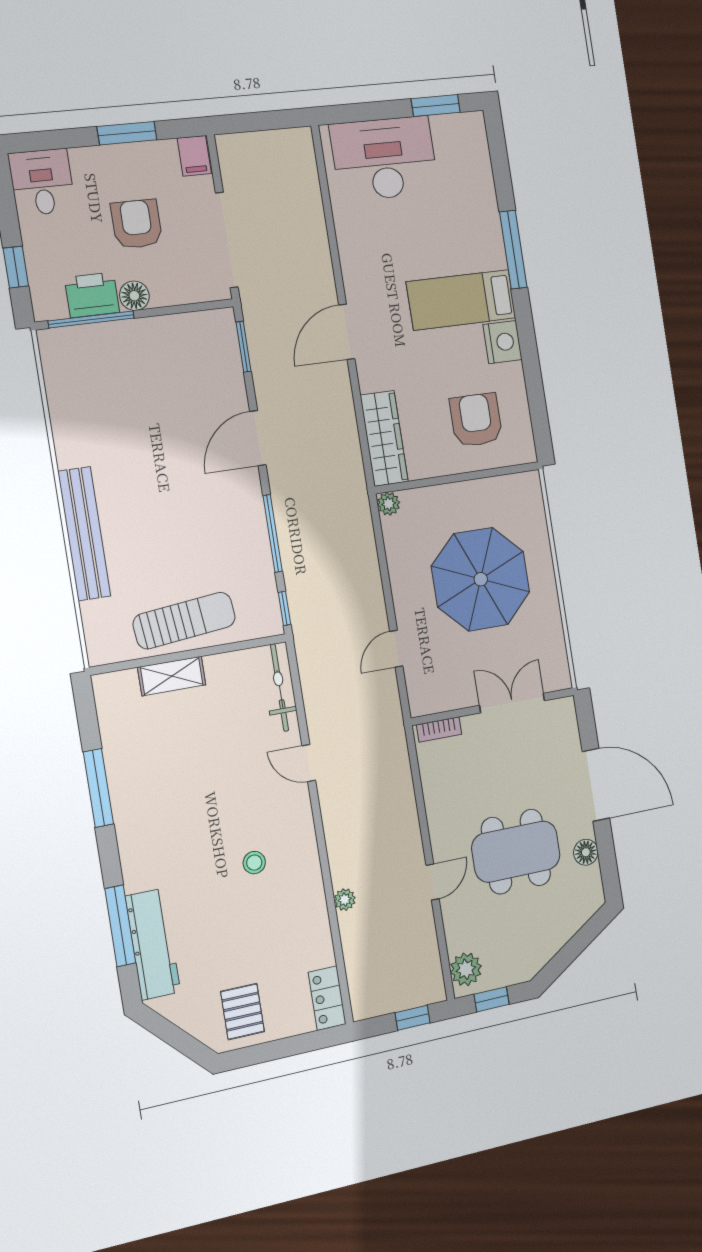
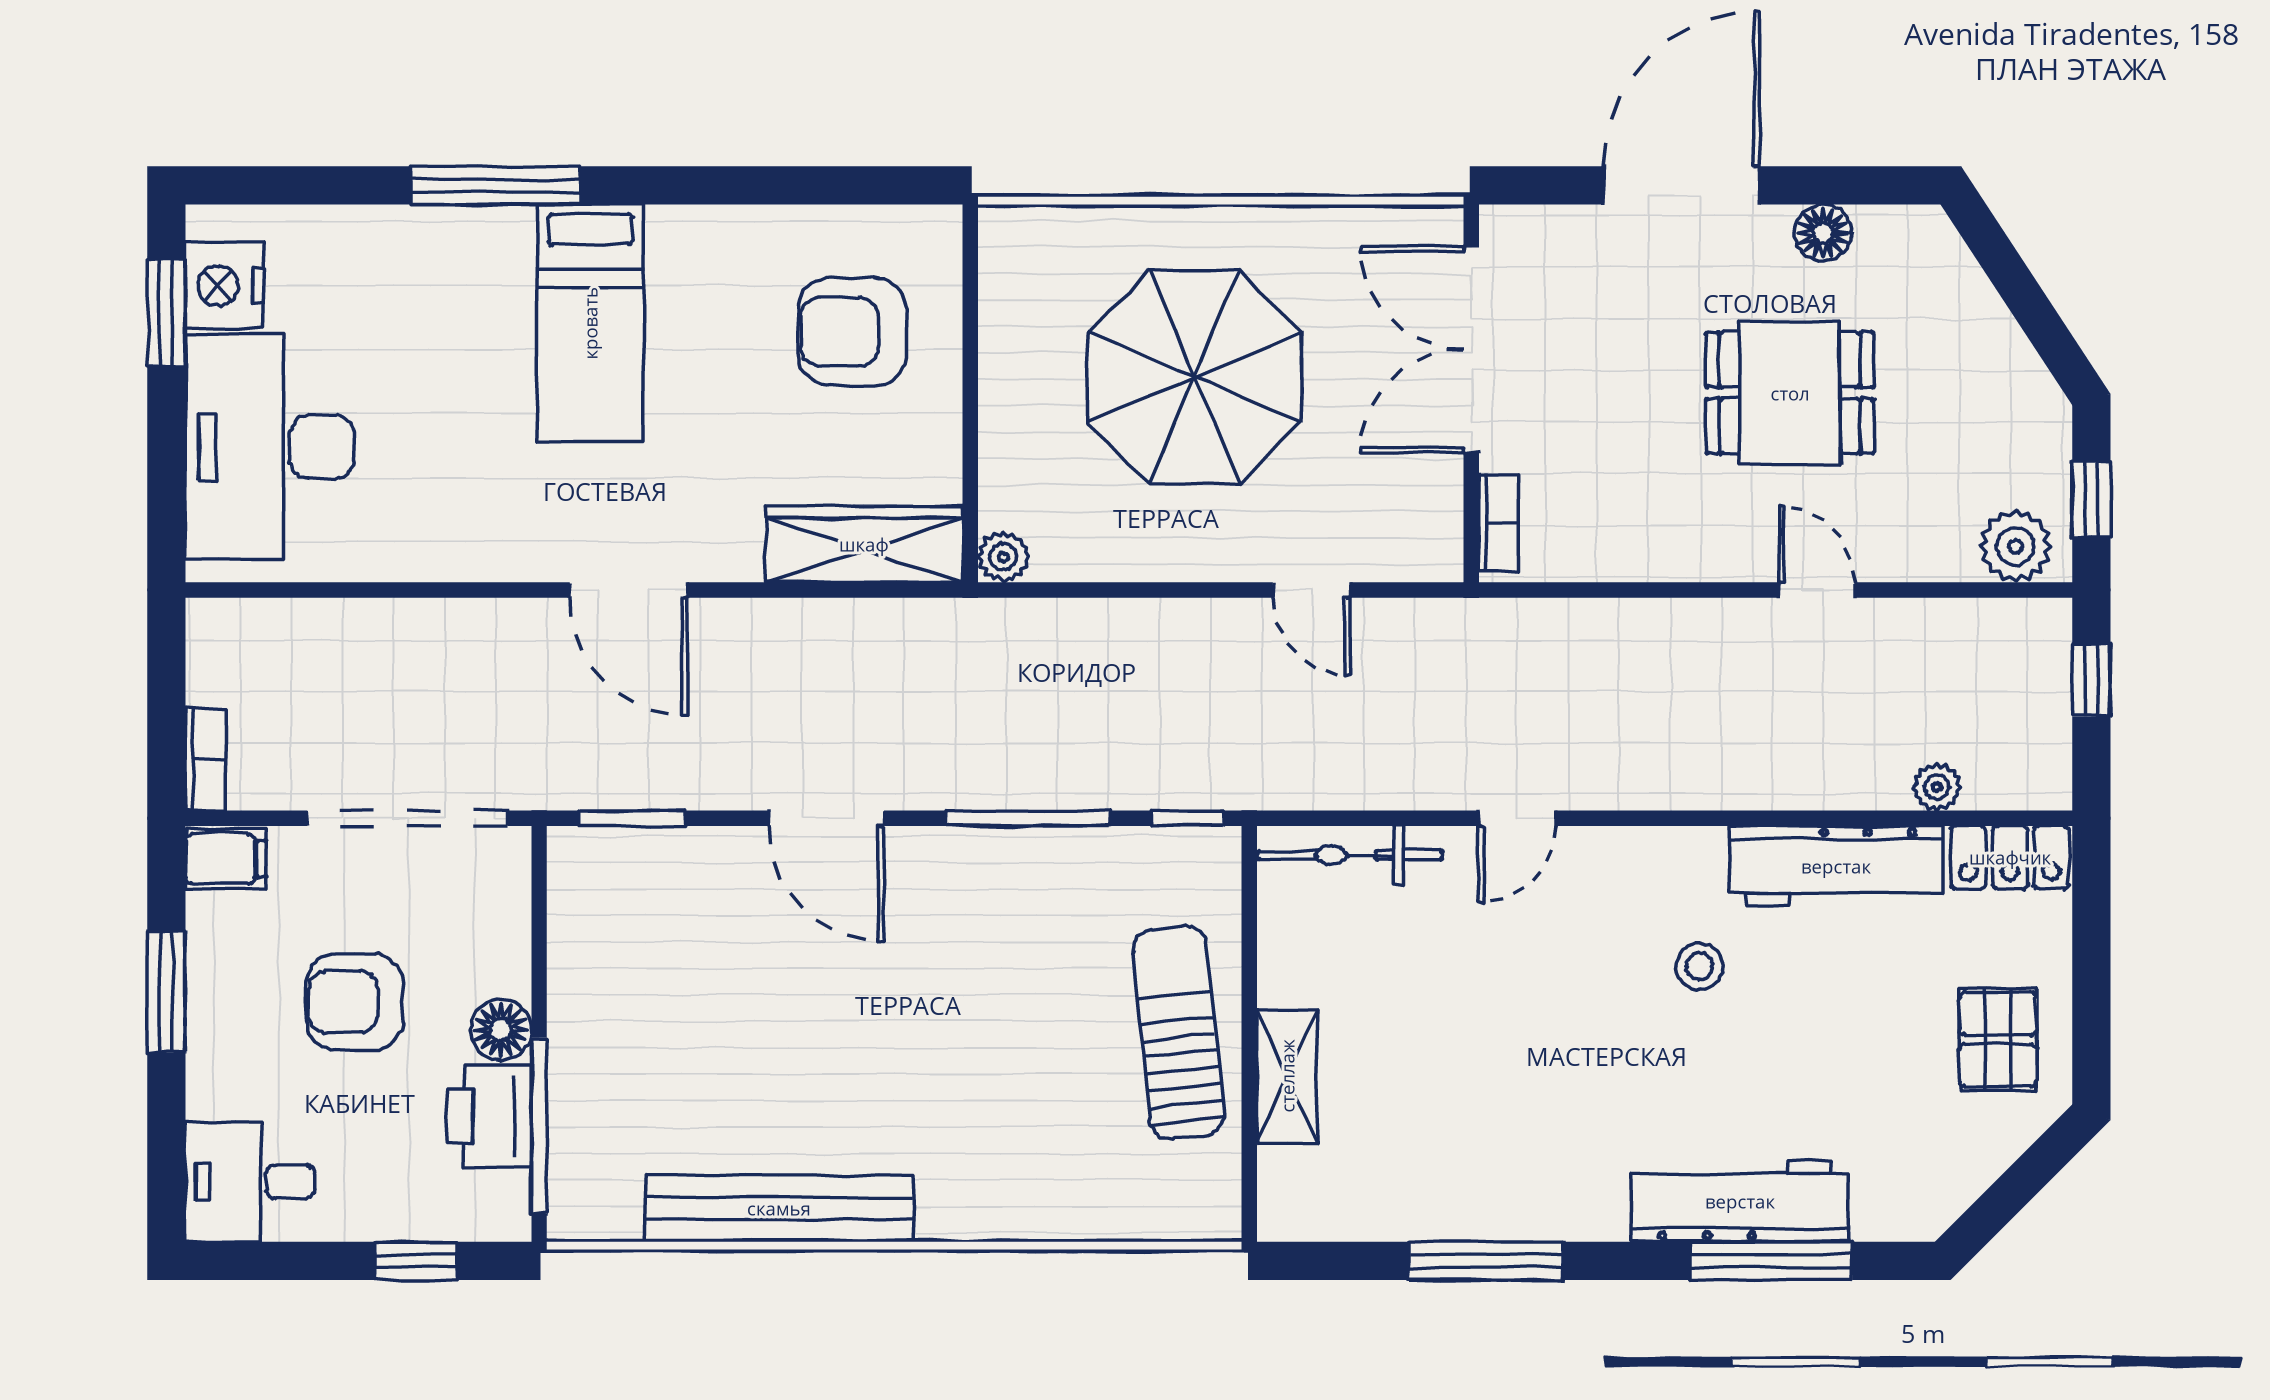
bookcase: (239, 142) -> (206, 760), added
nightstand: (502, 342) -> (224, 286), moved, turned -90
bench: (84, 534) -> (779, 1208), moved
double door: (512, 703) -> (1471, 349), width x1.37
dining table: (516, 852) -> (1790, 393), width x0.73
plant: (345, 900) -> (1937, 787), moved
workbench: (311, 917) -> (1836, 866), added
workbench: (153, 944) -> (1740, 1201), moved
pallet: (242, 1012) -> (1998, 1039), turned 90

